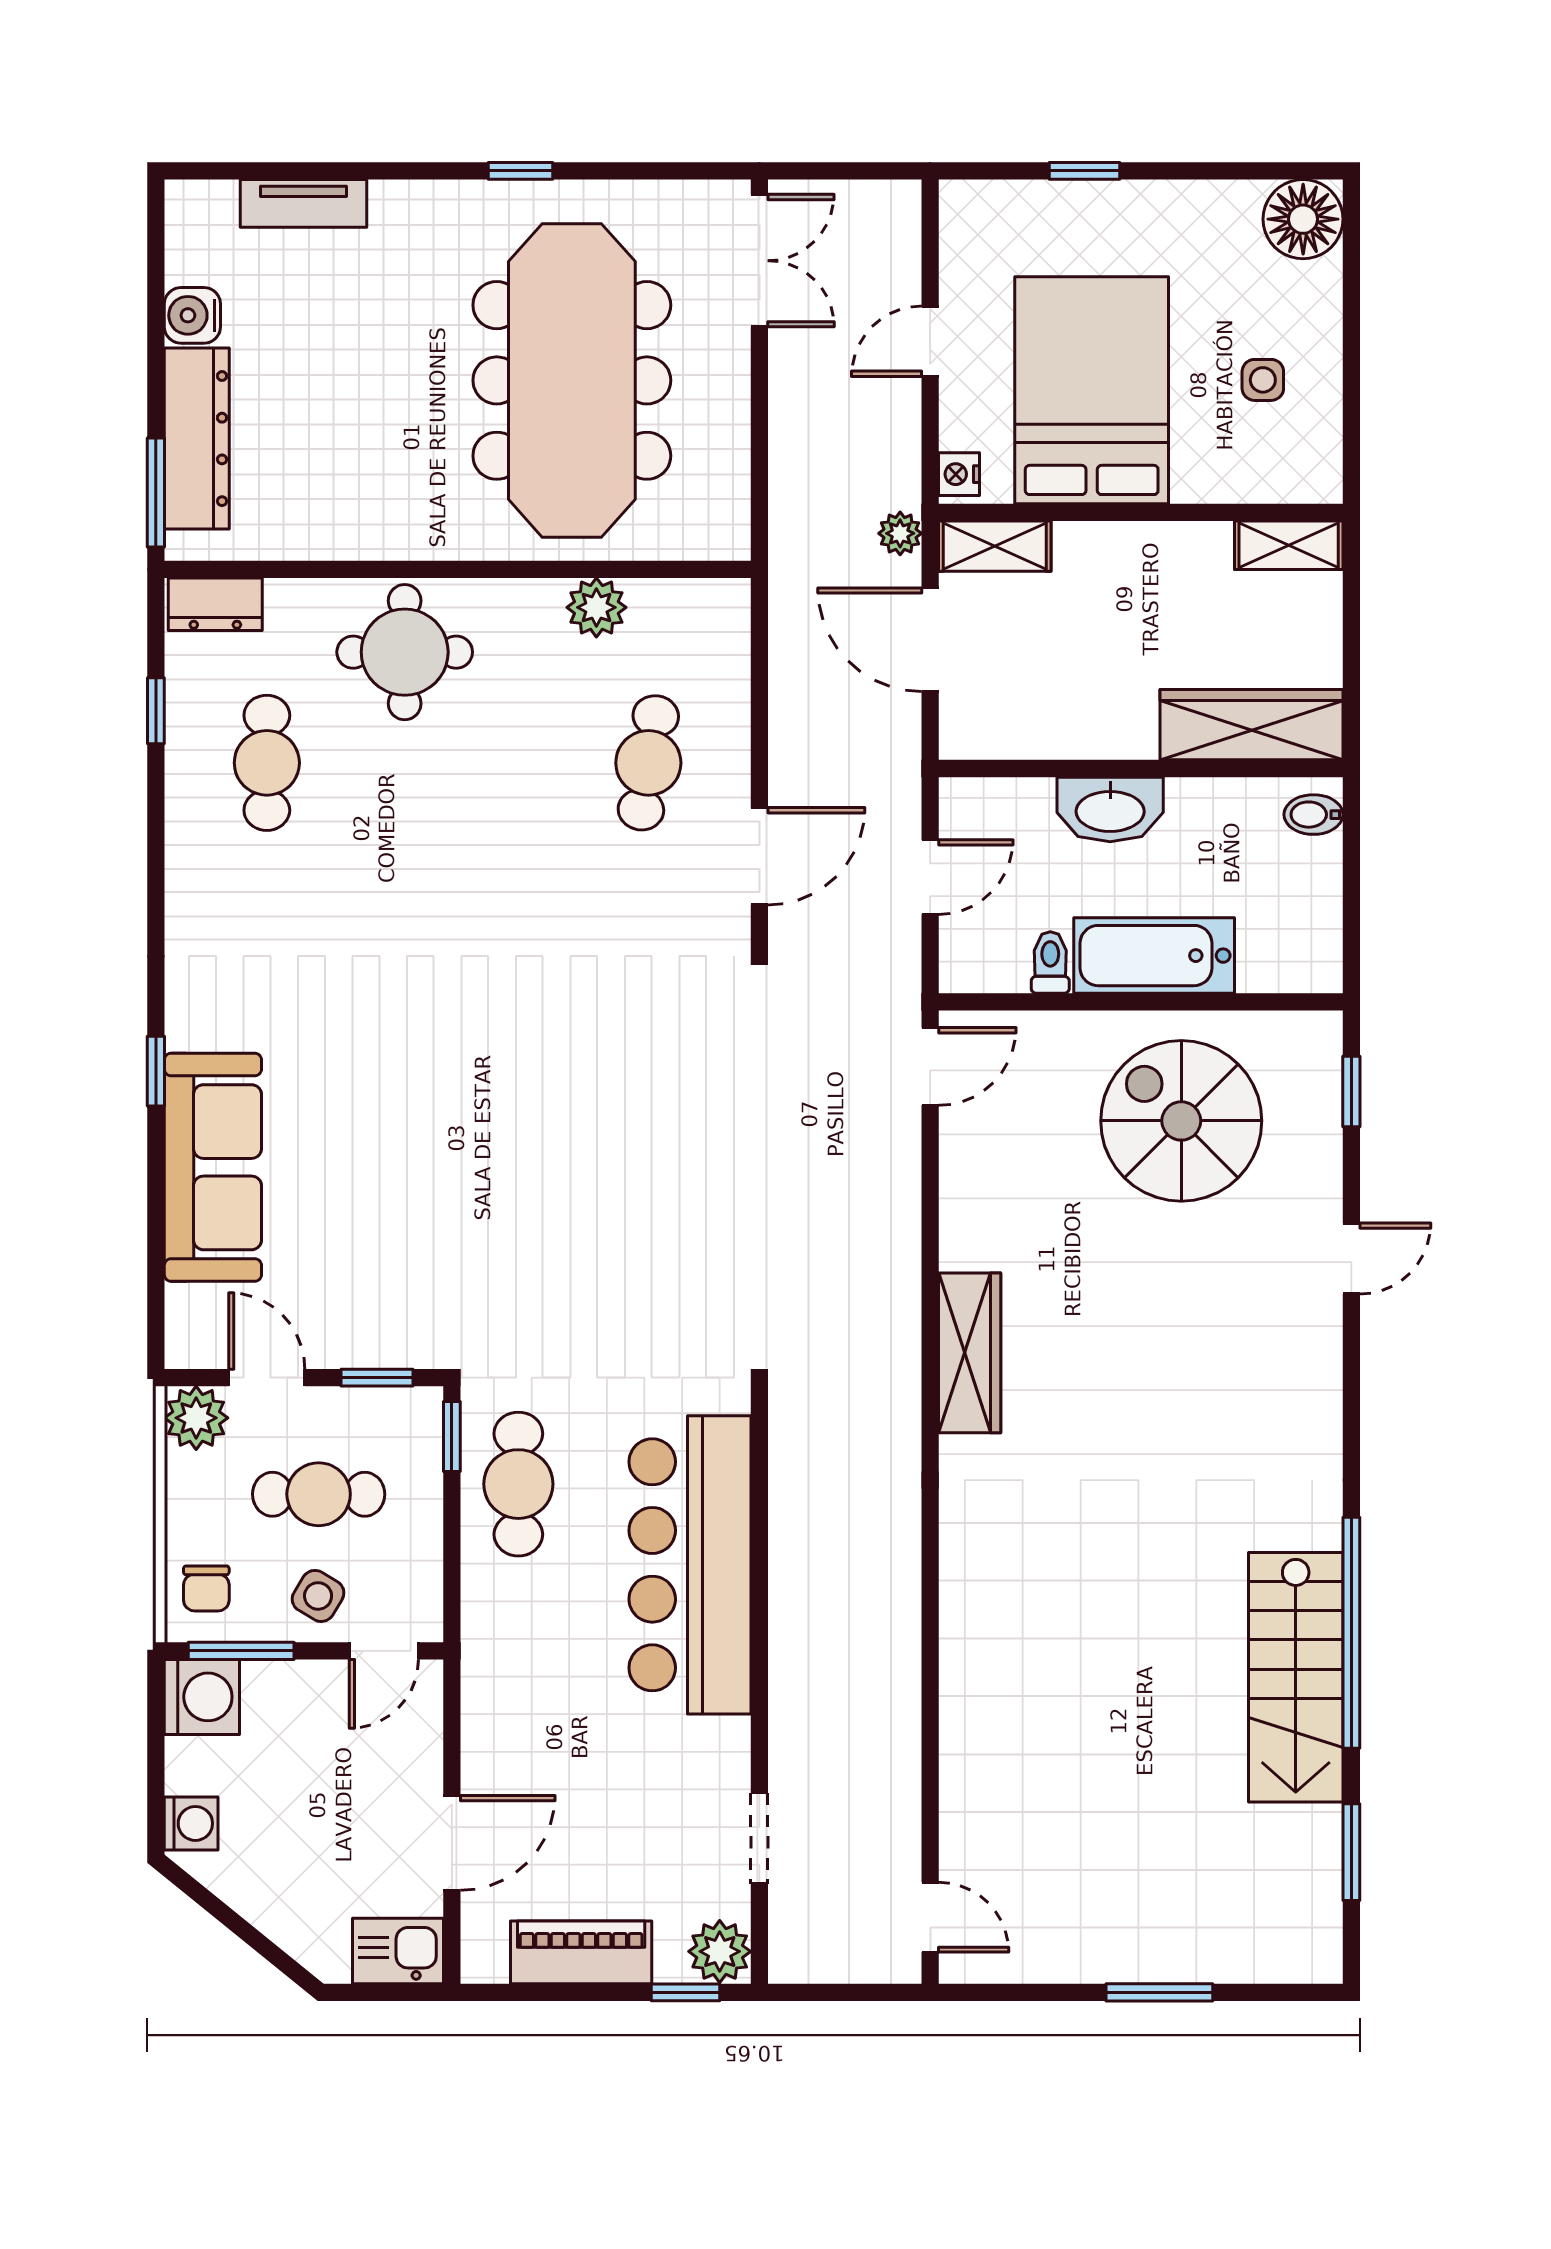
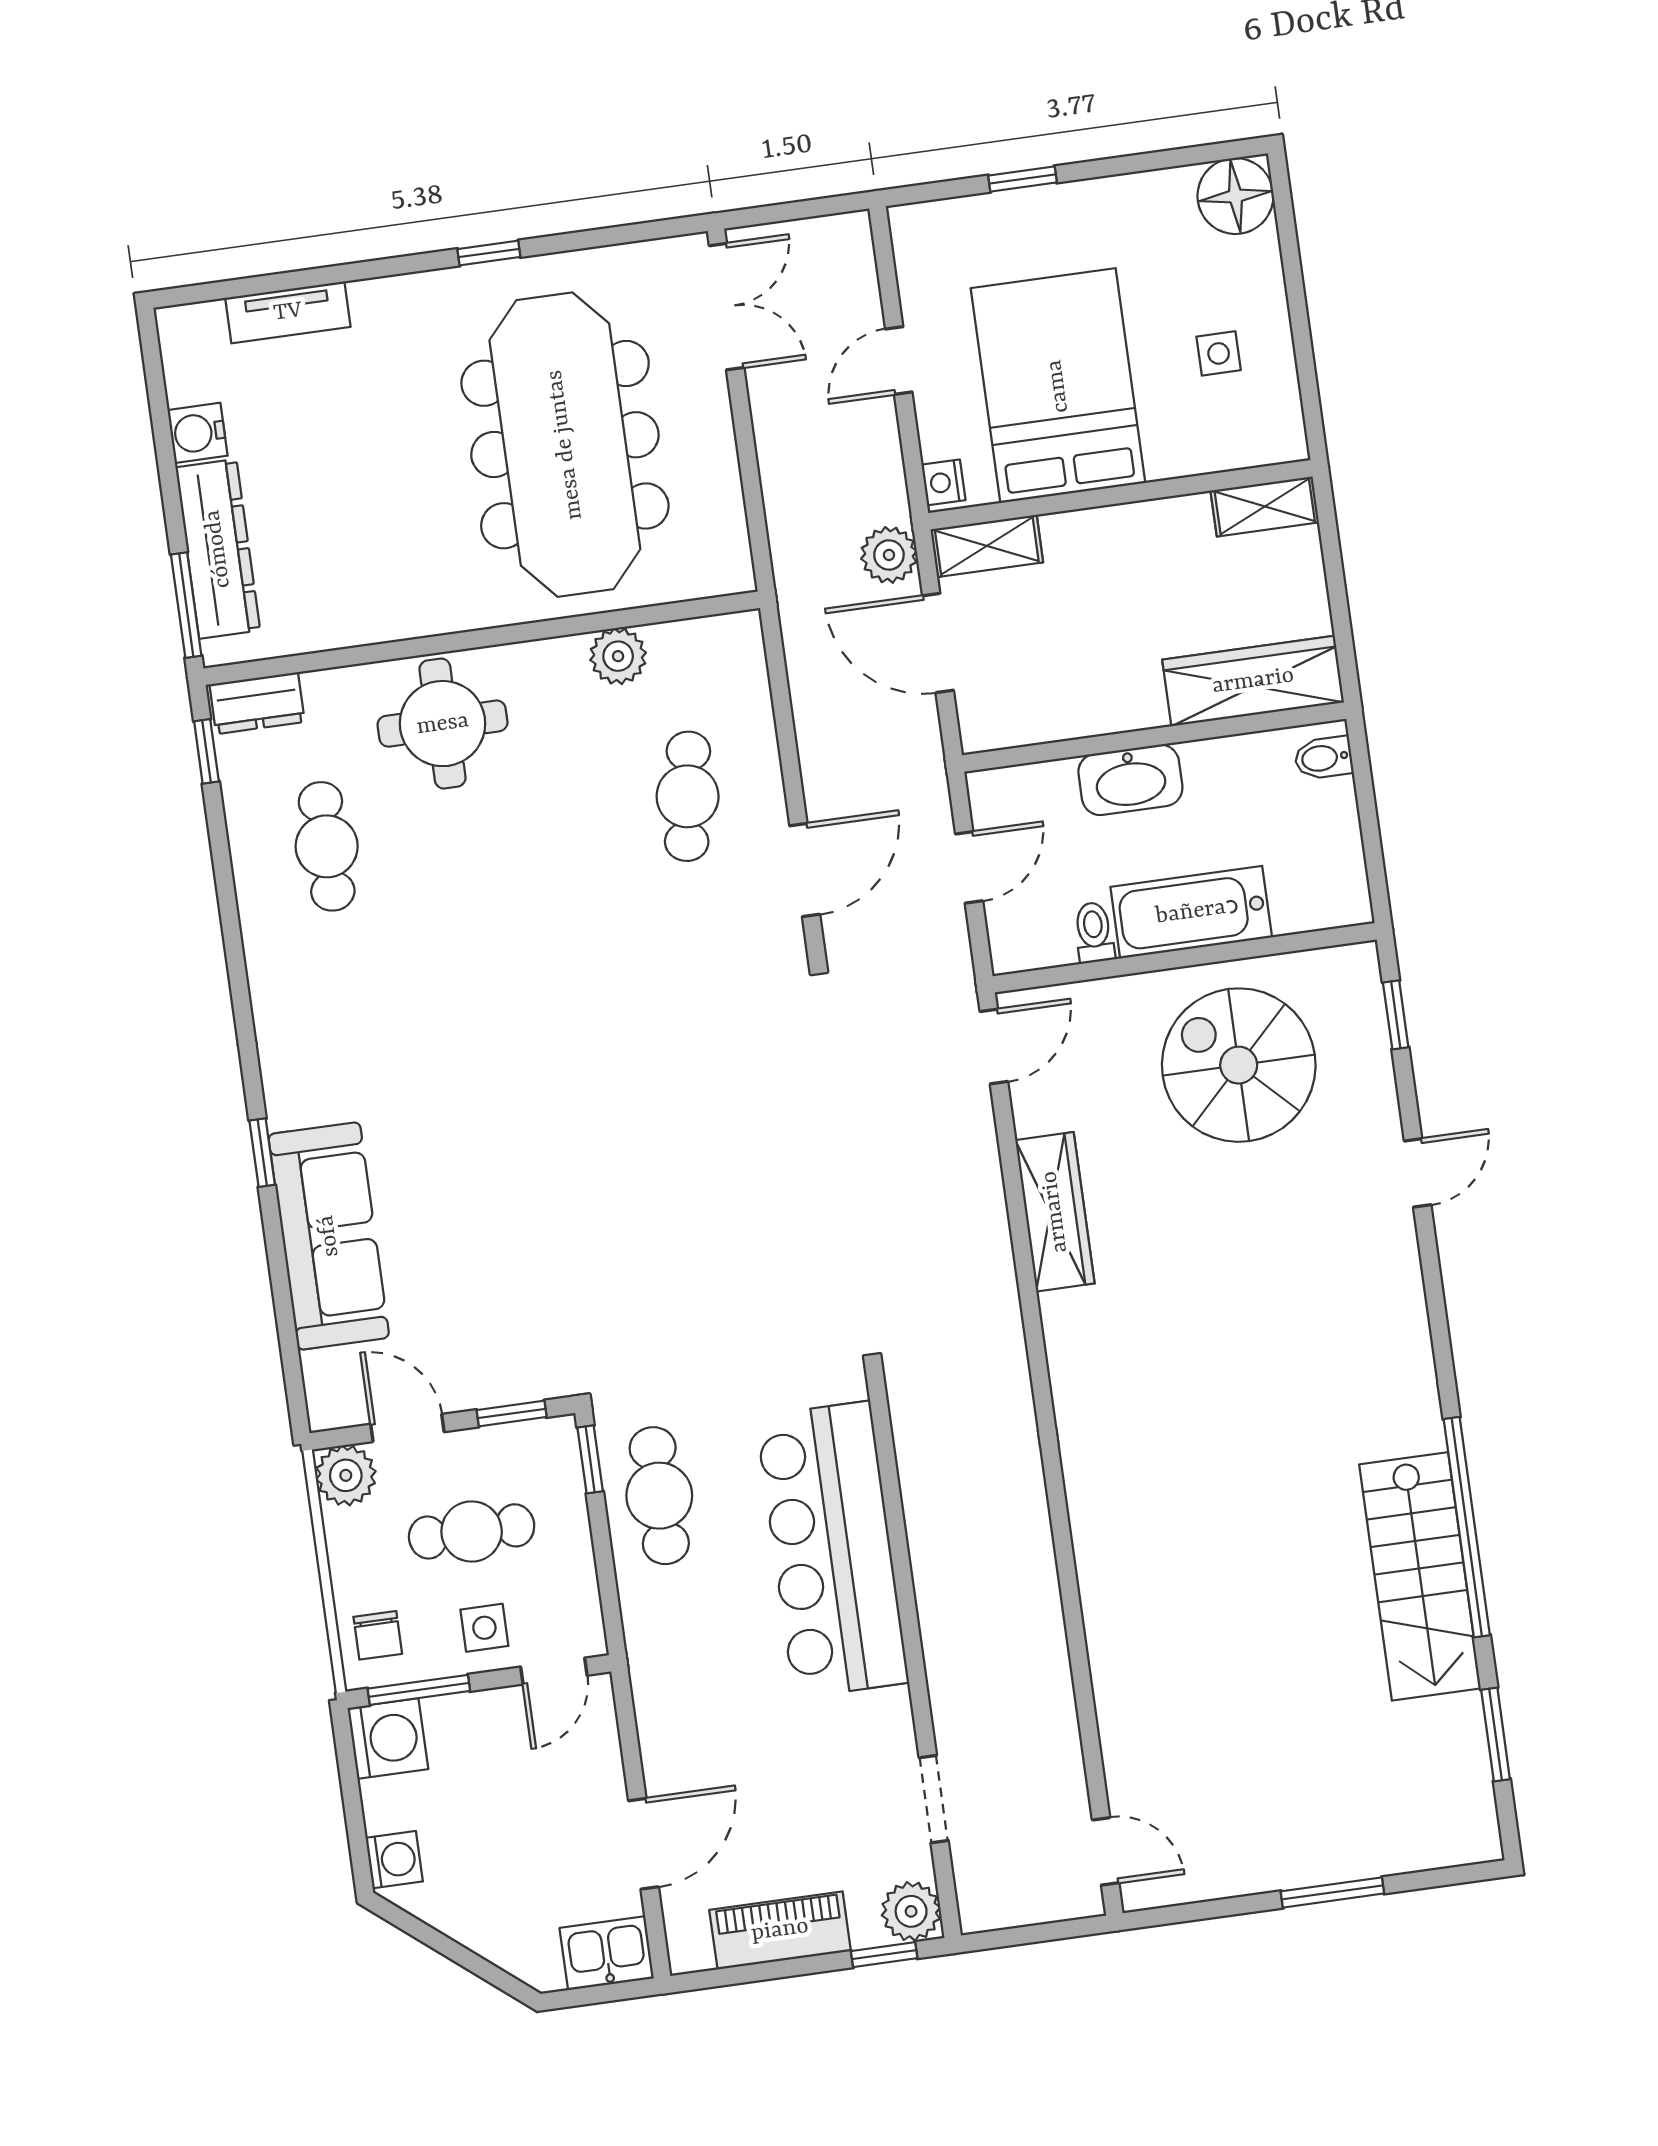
plant: (900, 533) -> (889, 555), width x1.38, depth x1.38
window: (156, 711) -> (206, 751), moved
wardrobe: (970, 1353) -> (1055, 1212), moved
side table: (318, 1596) -> (484, 1628), turned -31

